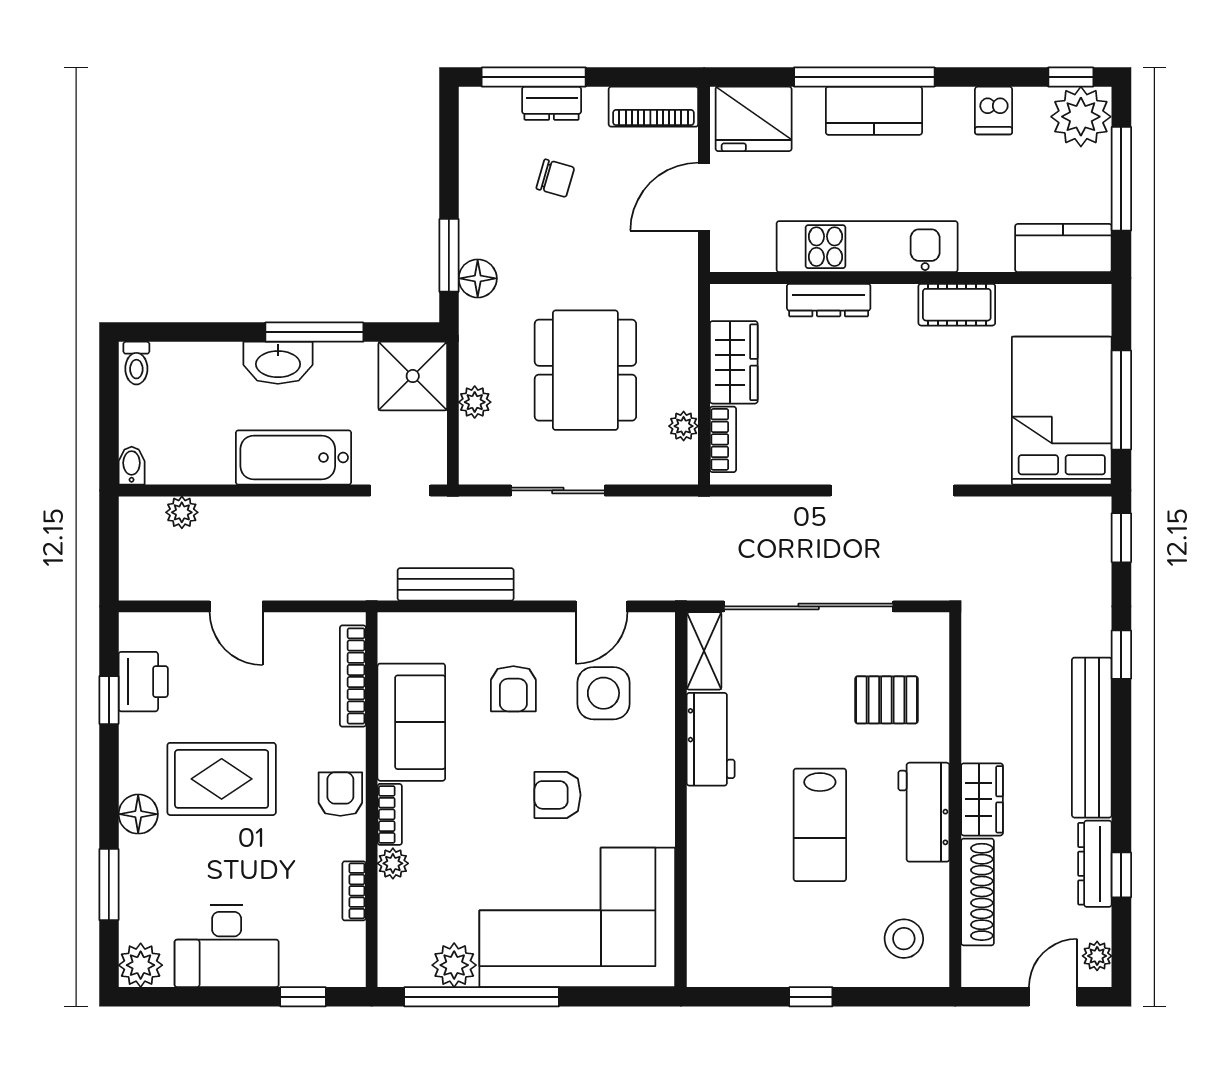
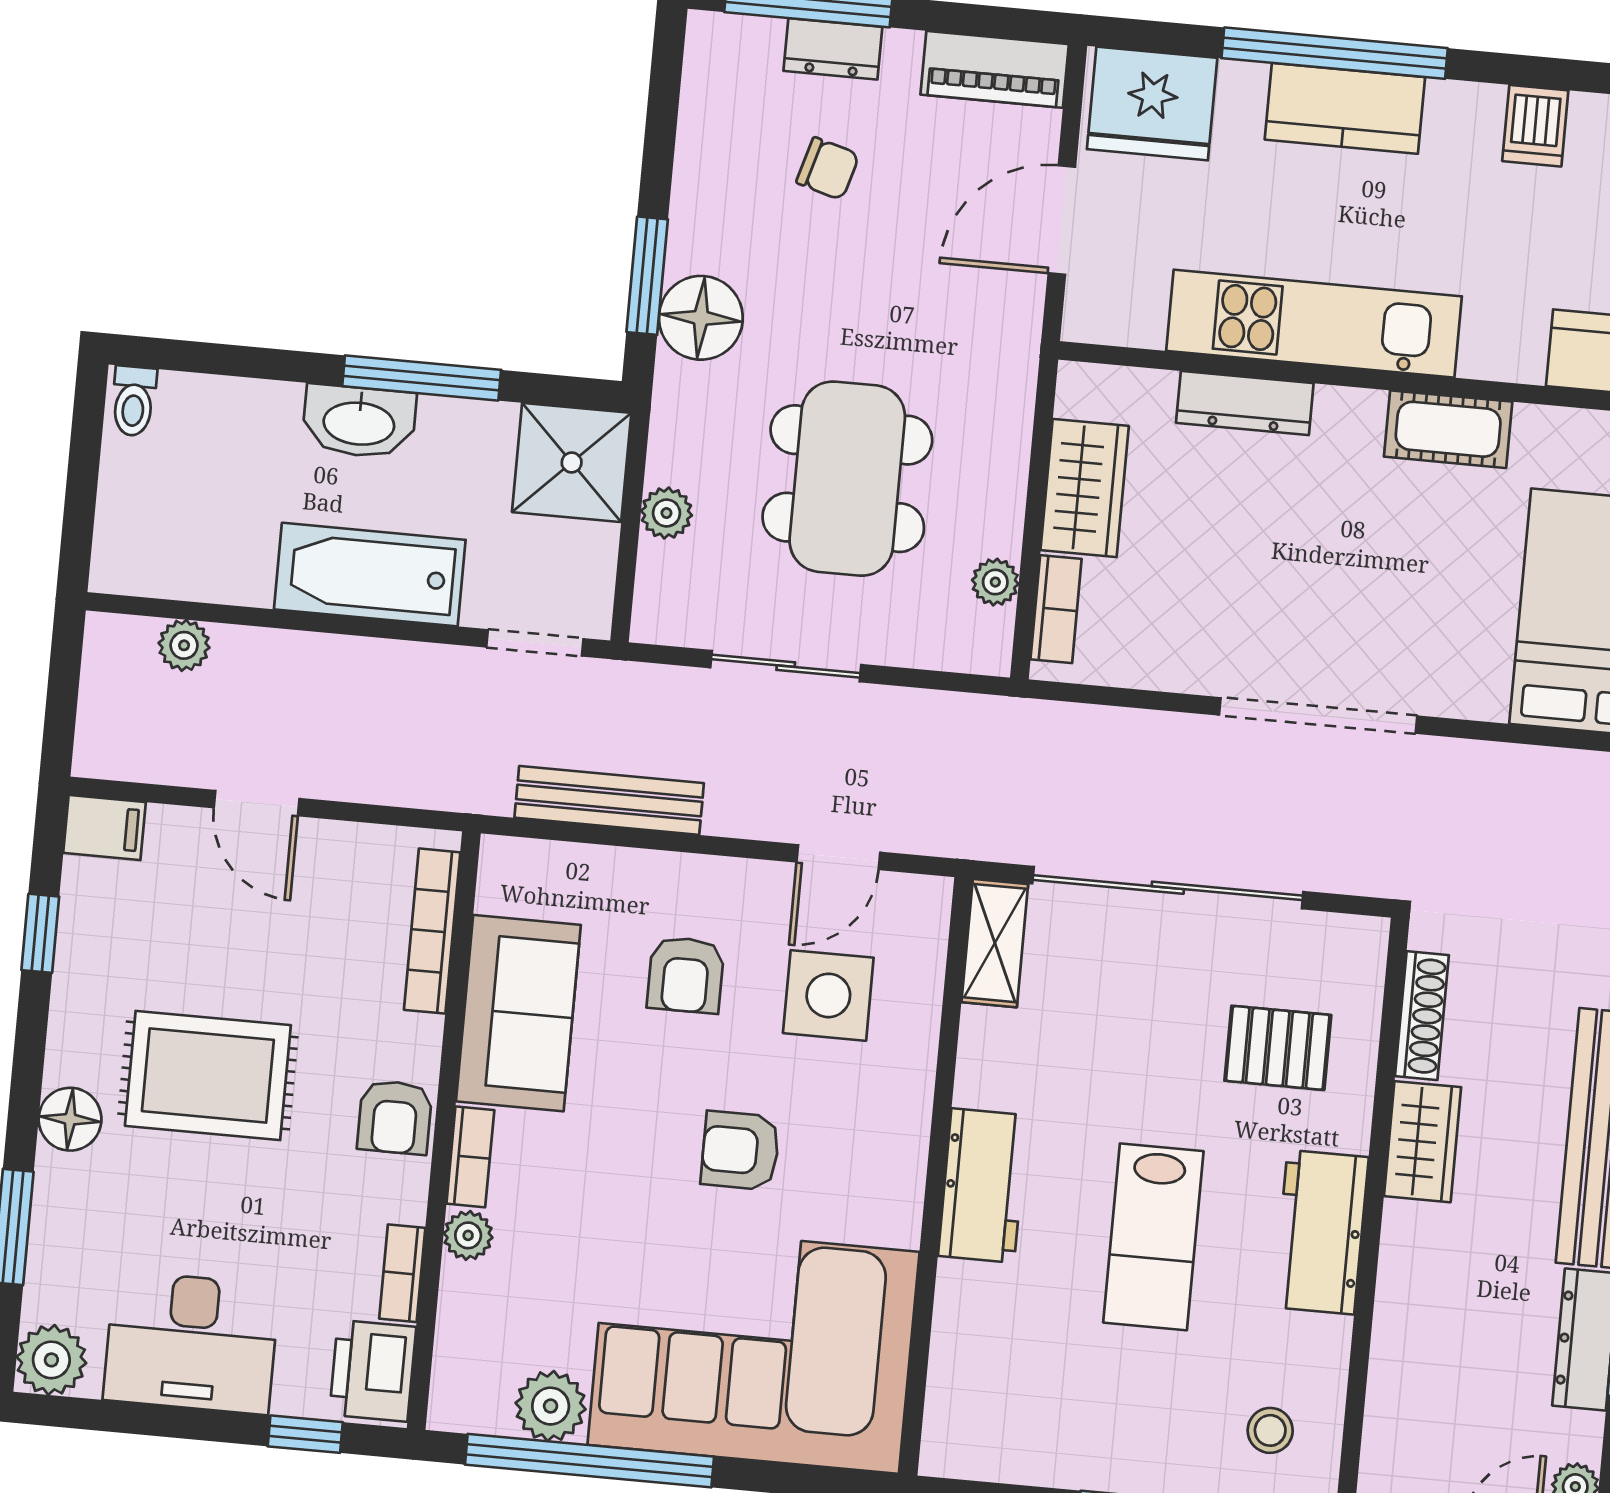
floor lamp: (478, 278) -> (701, 318), width x1.38, depth x1.38
bidet: (132, 466) -> (111, 564), removed
filing cabinet: (143, 630) -> (105, 828), added
printer: (143, 682) -> (373, 1371), moved, turned 180
workbench: (711, 739) -> (983, 1186), moved
armchair: (340, 794) -> (395, 1117), turned 180
wardrobe: (982, 799) -> (1422, 1142), moved
shoe rack: (978, 892) -> (1422, 1016), moved, width x0.74, depth x0.81
stool: (904, 939) -> (1270, 1430), width x0.73, depth x0.73

